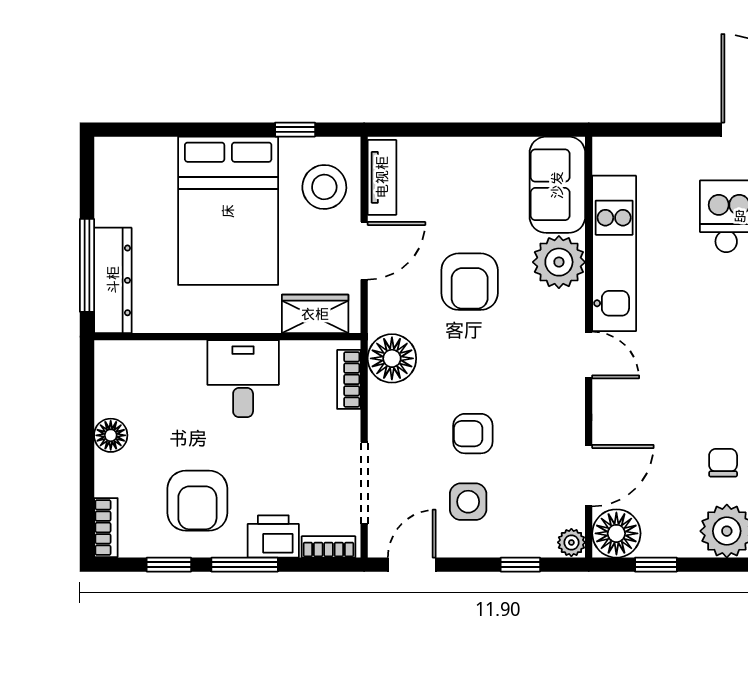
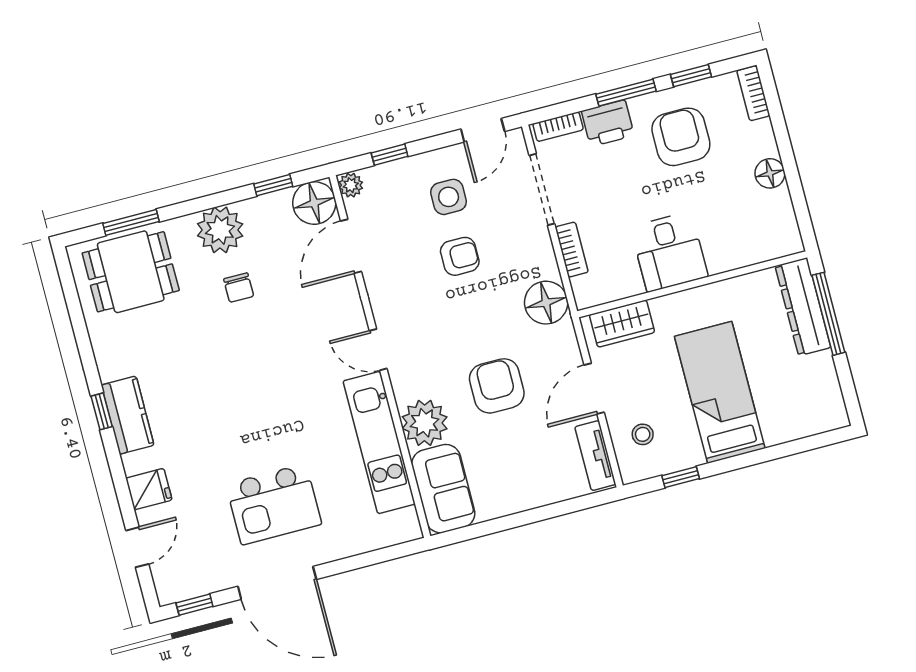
stool: (324, 187) -> (643, 434), width x0.53, depth x0.53
bed: (228, 211) -> (720, 392), width x0.67
bookcase: (349, 379) -> (572, 250), moved

